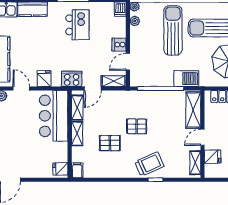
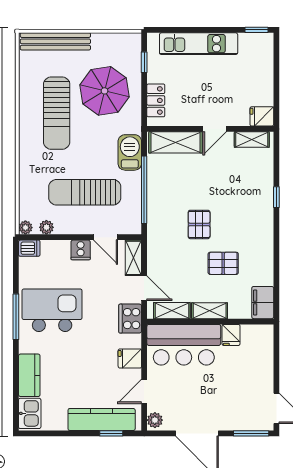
kitchen island: (77, 25) -> (52, 310), width x1.37, depth x1.28
sun lounger: (173, 30) -> (85, 192), moved
door: (203, 137) -> (215, 129), hinge flipped
pallet: (110, 143) -> (223, 263), turned 90
fridge: (213, 157) -> (262, 116), moved, turned -90
trolley: (149, 164) -> (254, 206), removed
fridge: (60, 169) -> (231, 335), moved
filing cabinet: (77, 170) -> (263, 303), width x2.00

